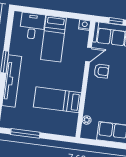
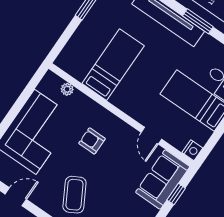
armchair: (101, 71) -> (92, 141), moved, turned 90

